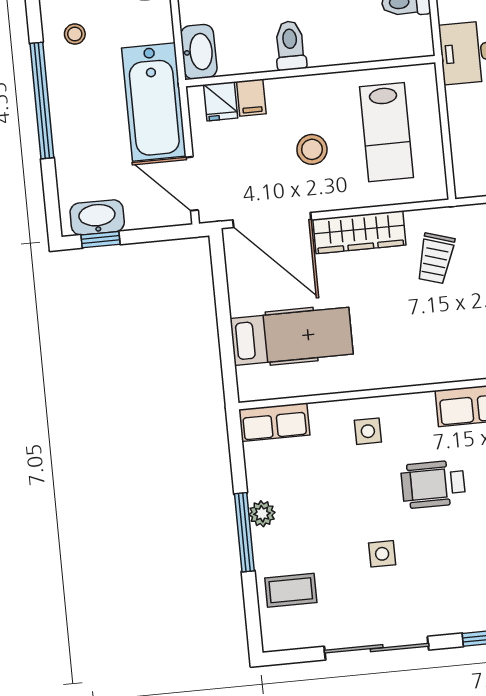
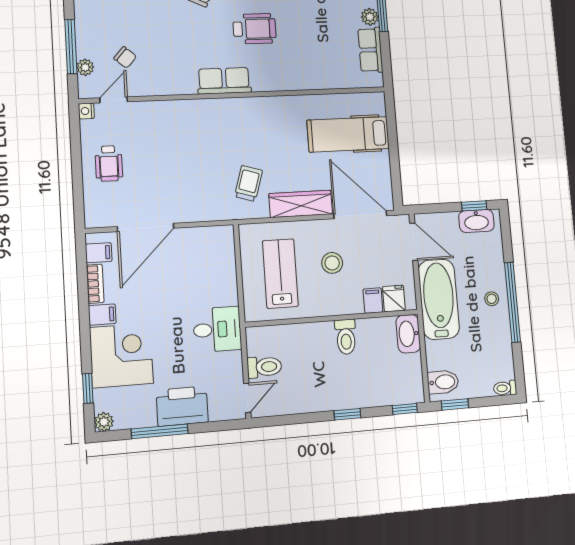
stool: (75, 34) -> (492, 299), moved
row of seats: (274, 422) -> (370, 50), moved, turned -90
side table: (368, 431) -> (298, 67), removed

